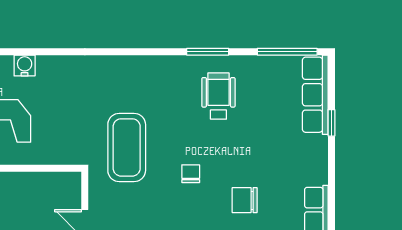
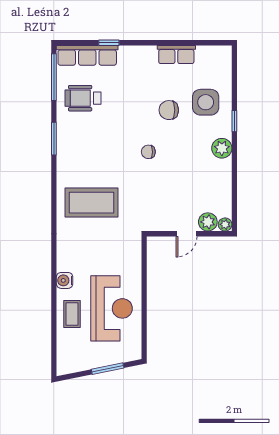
wheelchair: (218, 96) -> (83, 98), moved
coffee table: (127, 147) -> (92, 203), moved
chair: (245, 200) -> (169, 110), turned 90

